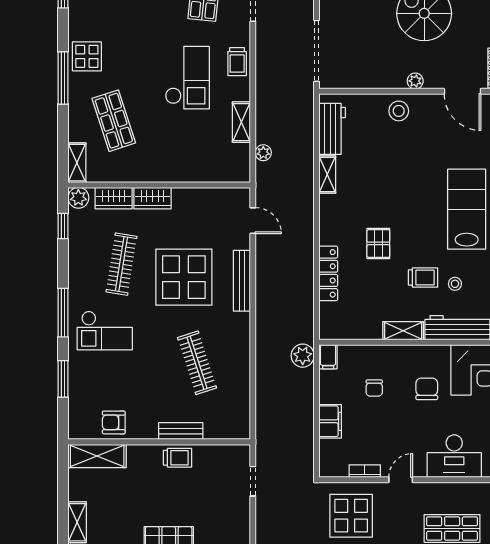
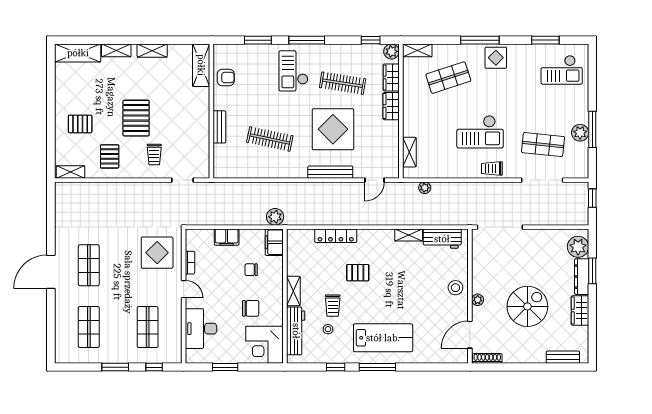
shelving: (241, 122) -> (409, 152), moved, turned 90
filing cabinet: (328, 357) -> (274, 242), width x2.00
clothes rail: (197, 363) -> (270, 139), turned 30
armchair: (114, 422) -> (226, 78), turned 90
trolley: (177, 458) -> (154, 155), moved

